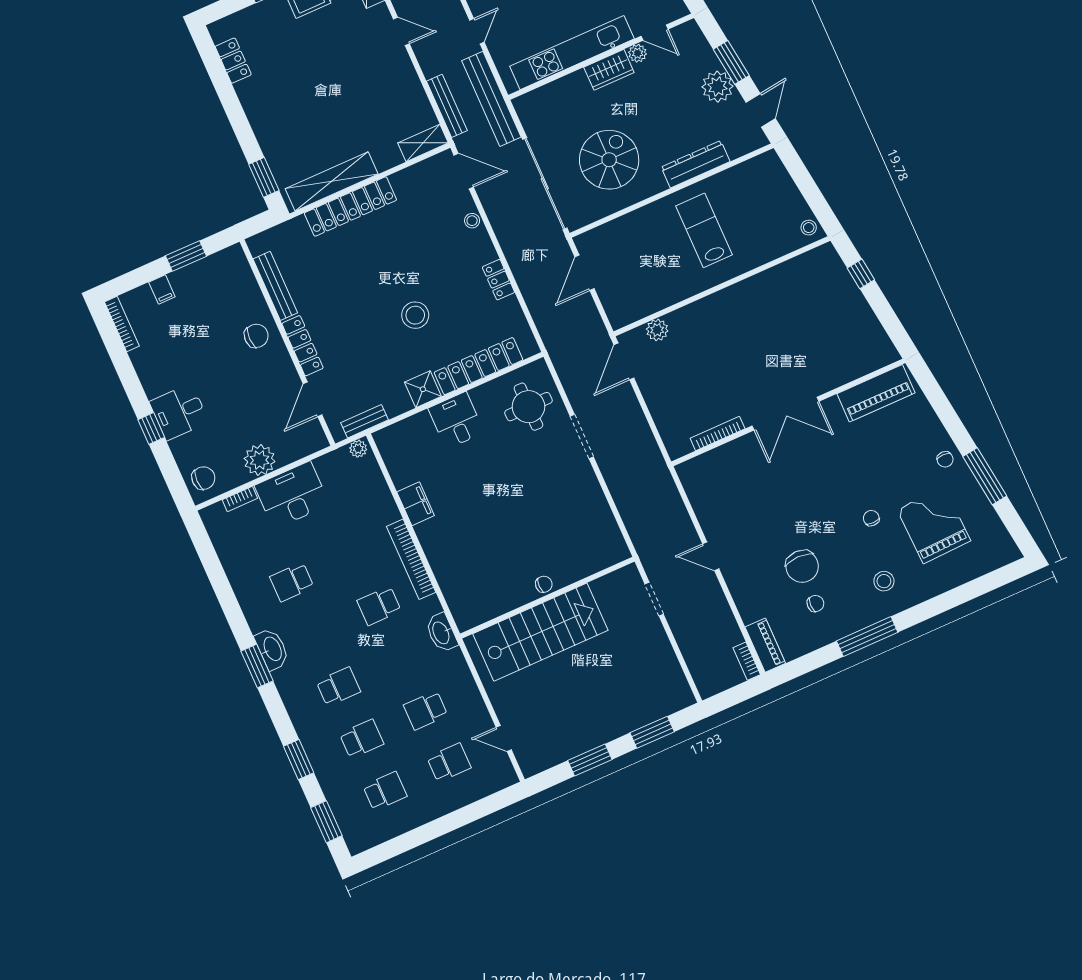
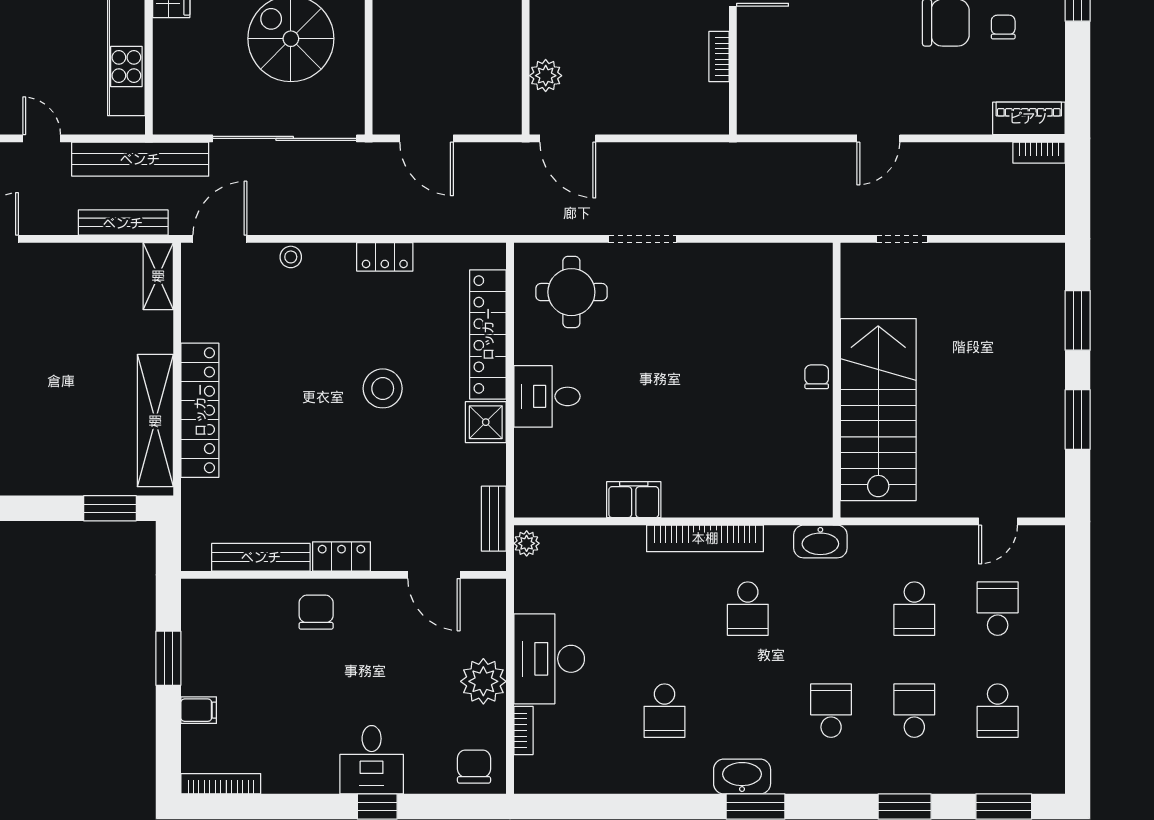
locker: (303, 346) -> (342, 556), width x0.66
bookcase: (718, 433) -> (719, 56), width x0.64
school desk: (385, 791) -> (998, 711), turned 180

